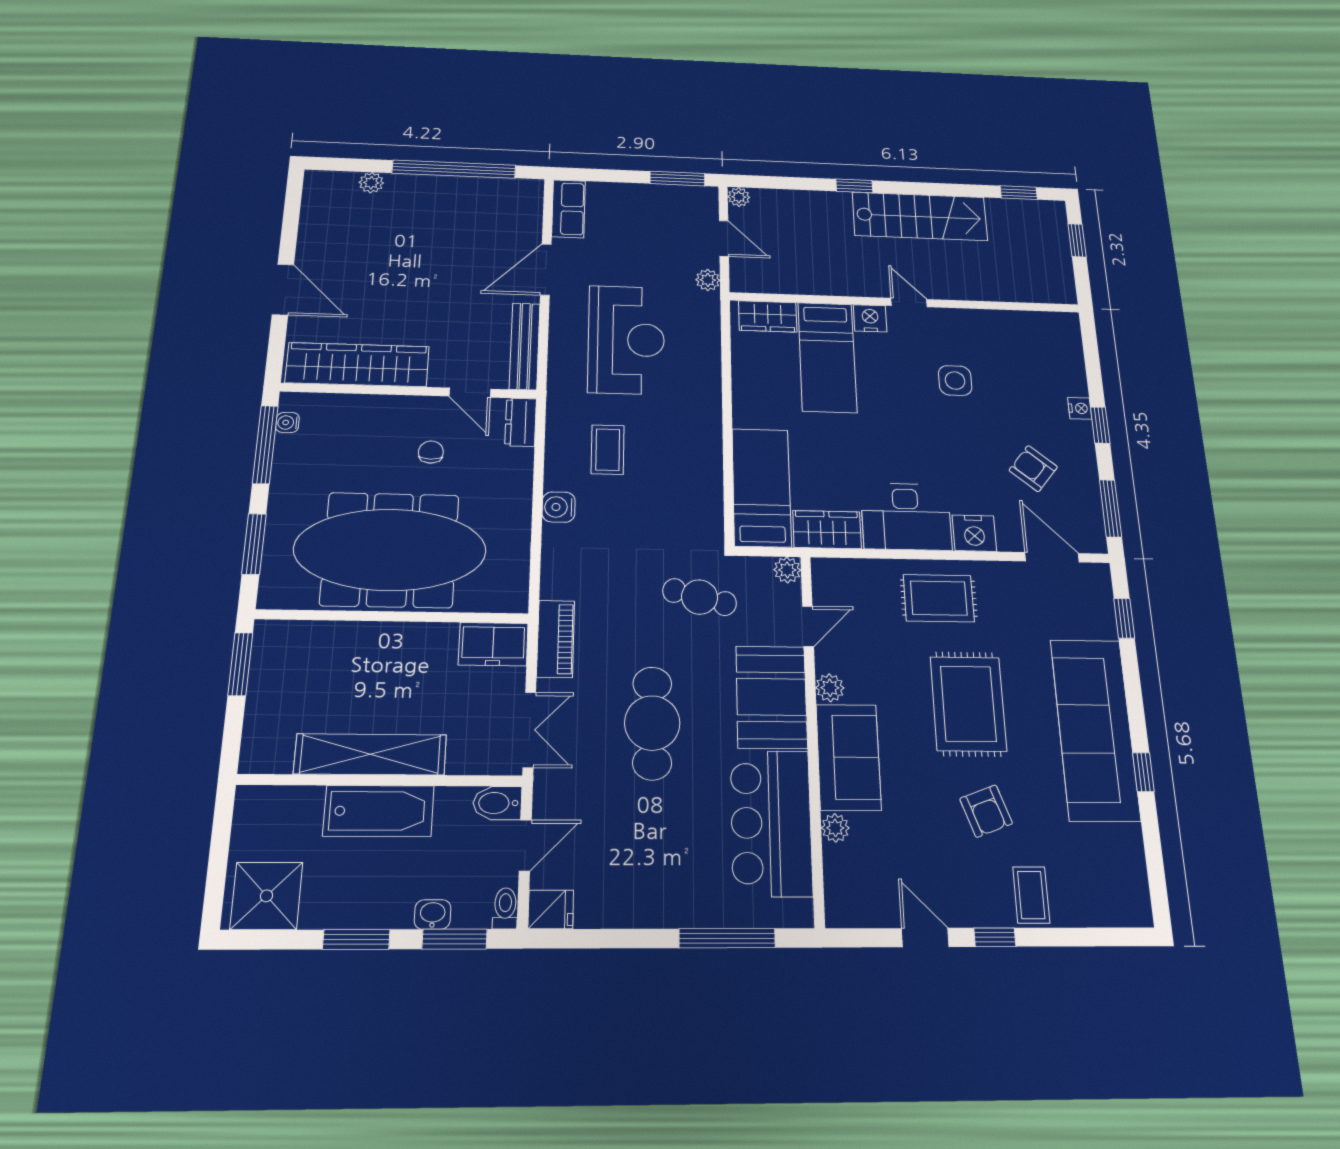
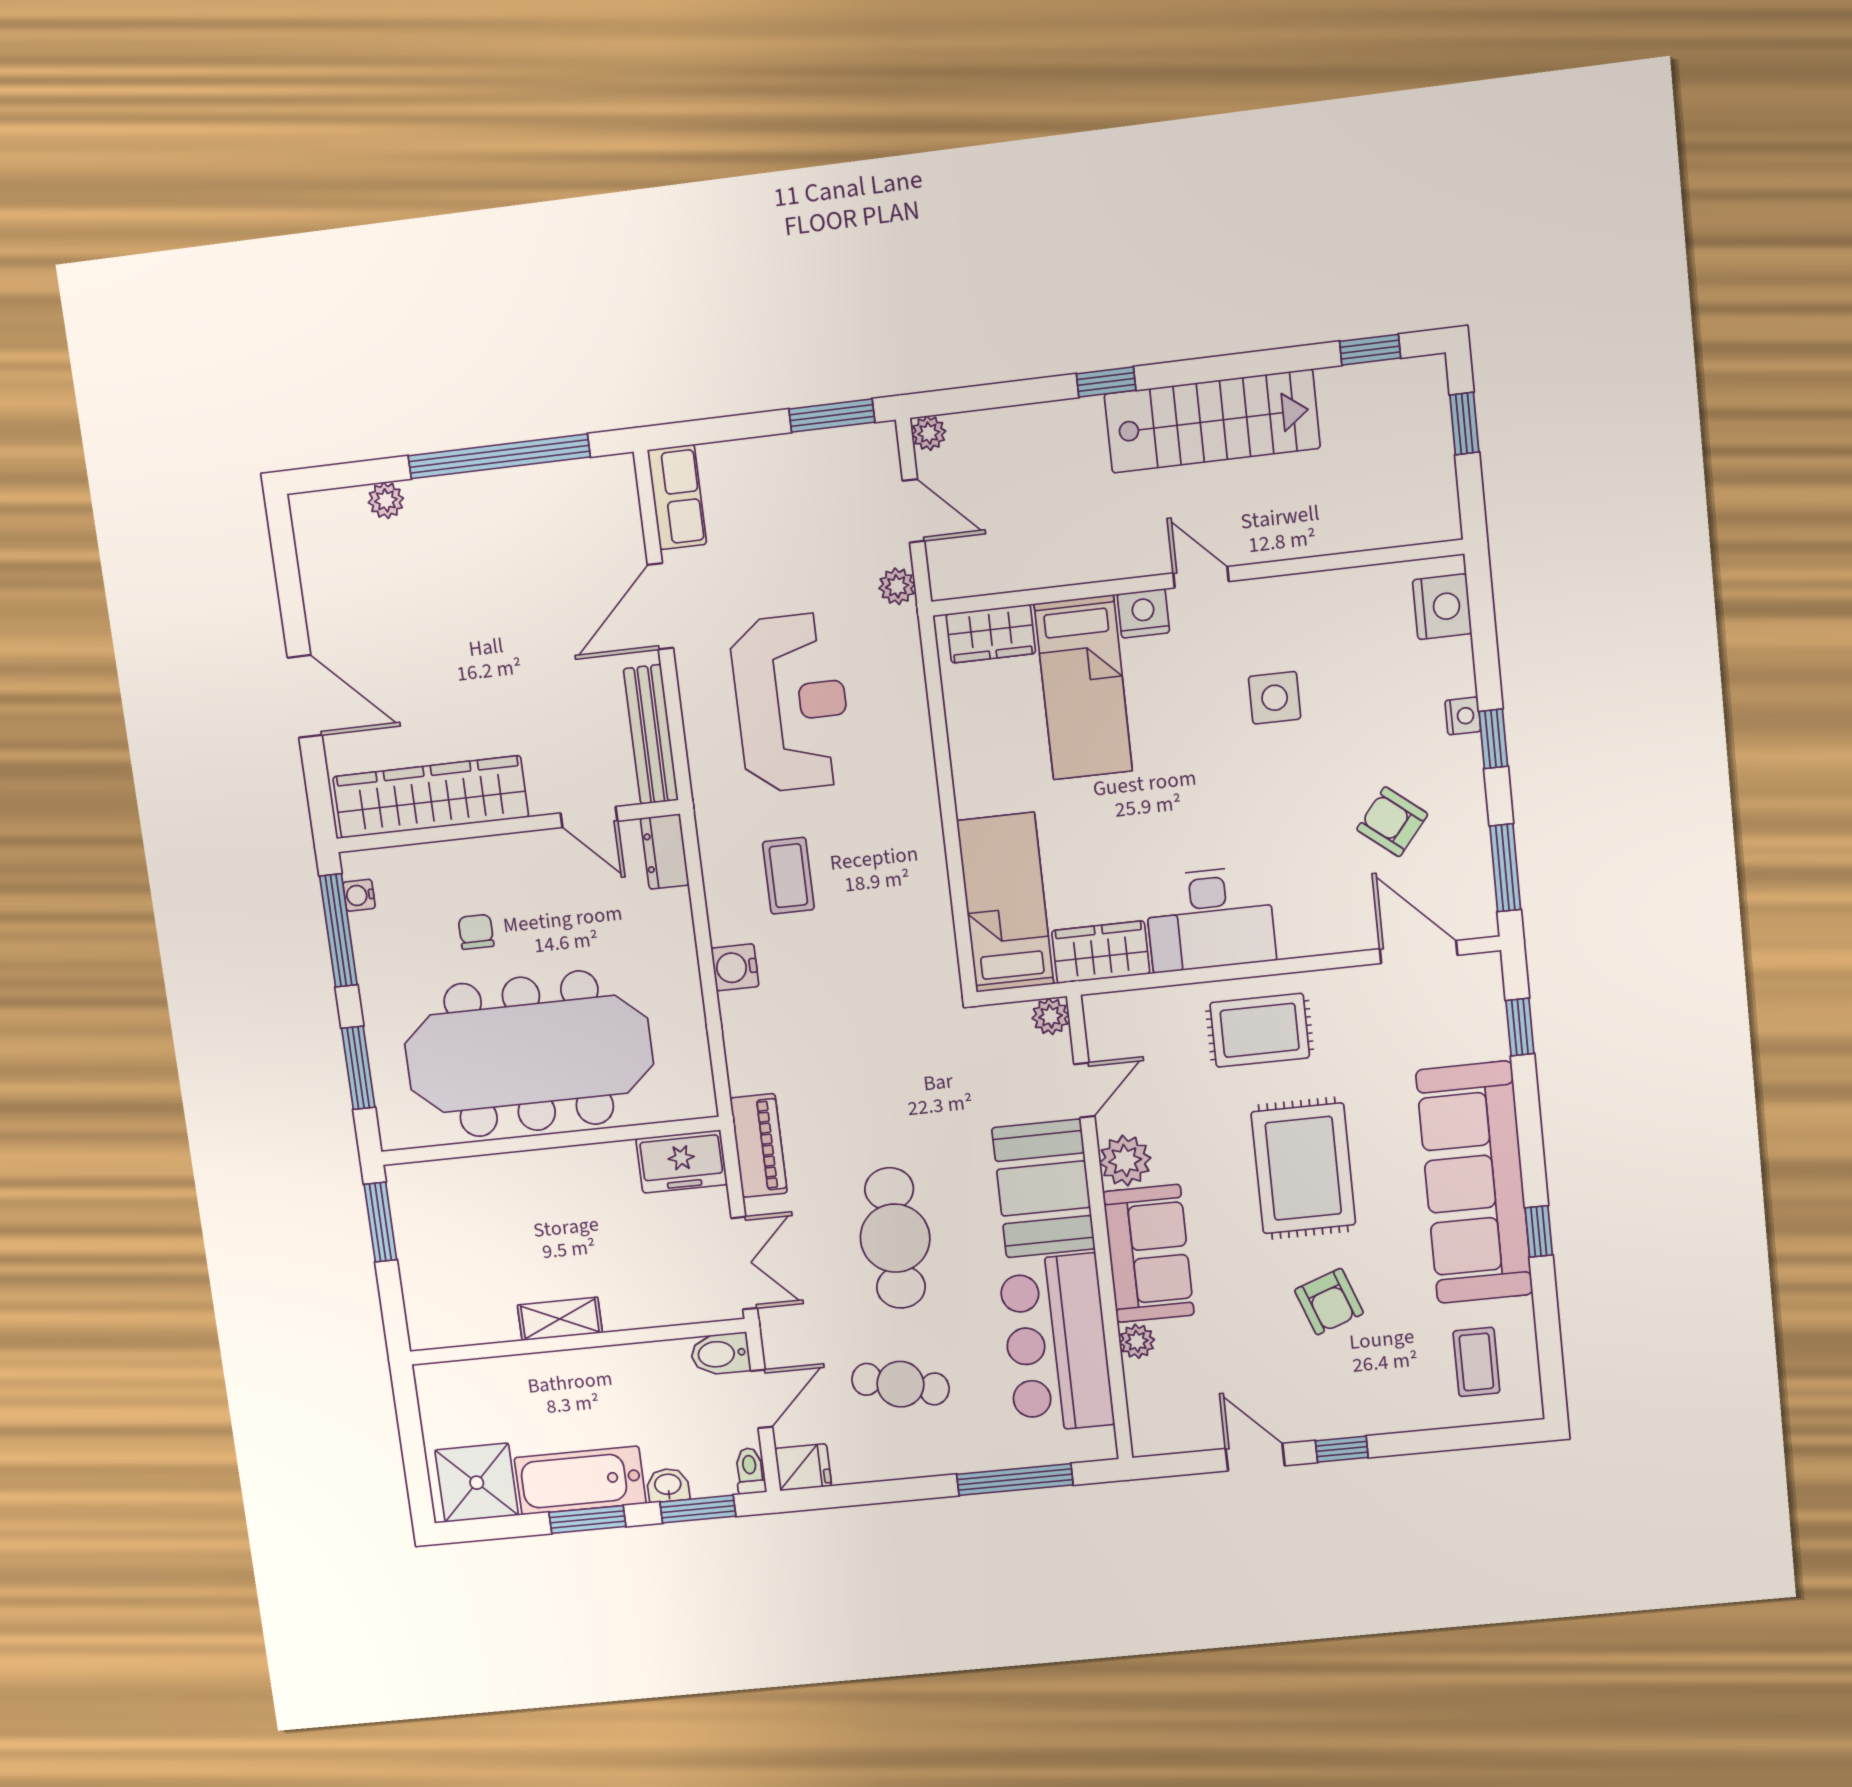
chair: (431, 452) -> (476, 932), moved
nightstand: (974, 533) -> (1442, 607), moved, turned -90
cafe table: (700, 597) -> (900, 1384), moved
plant: (830, 688) -> (1125, 1160), width x1.38, depth x1.38
shelving: (370, 754) -> (560, 1319), width x0.45, depth x0.75
bathtub: (379, 811) -> (580, 1480), moved, turned 180
coffee table: (1031, 895) -> (1476, 1362), moved

